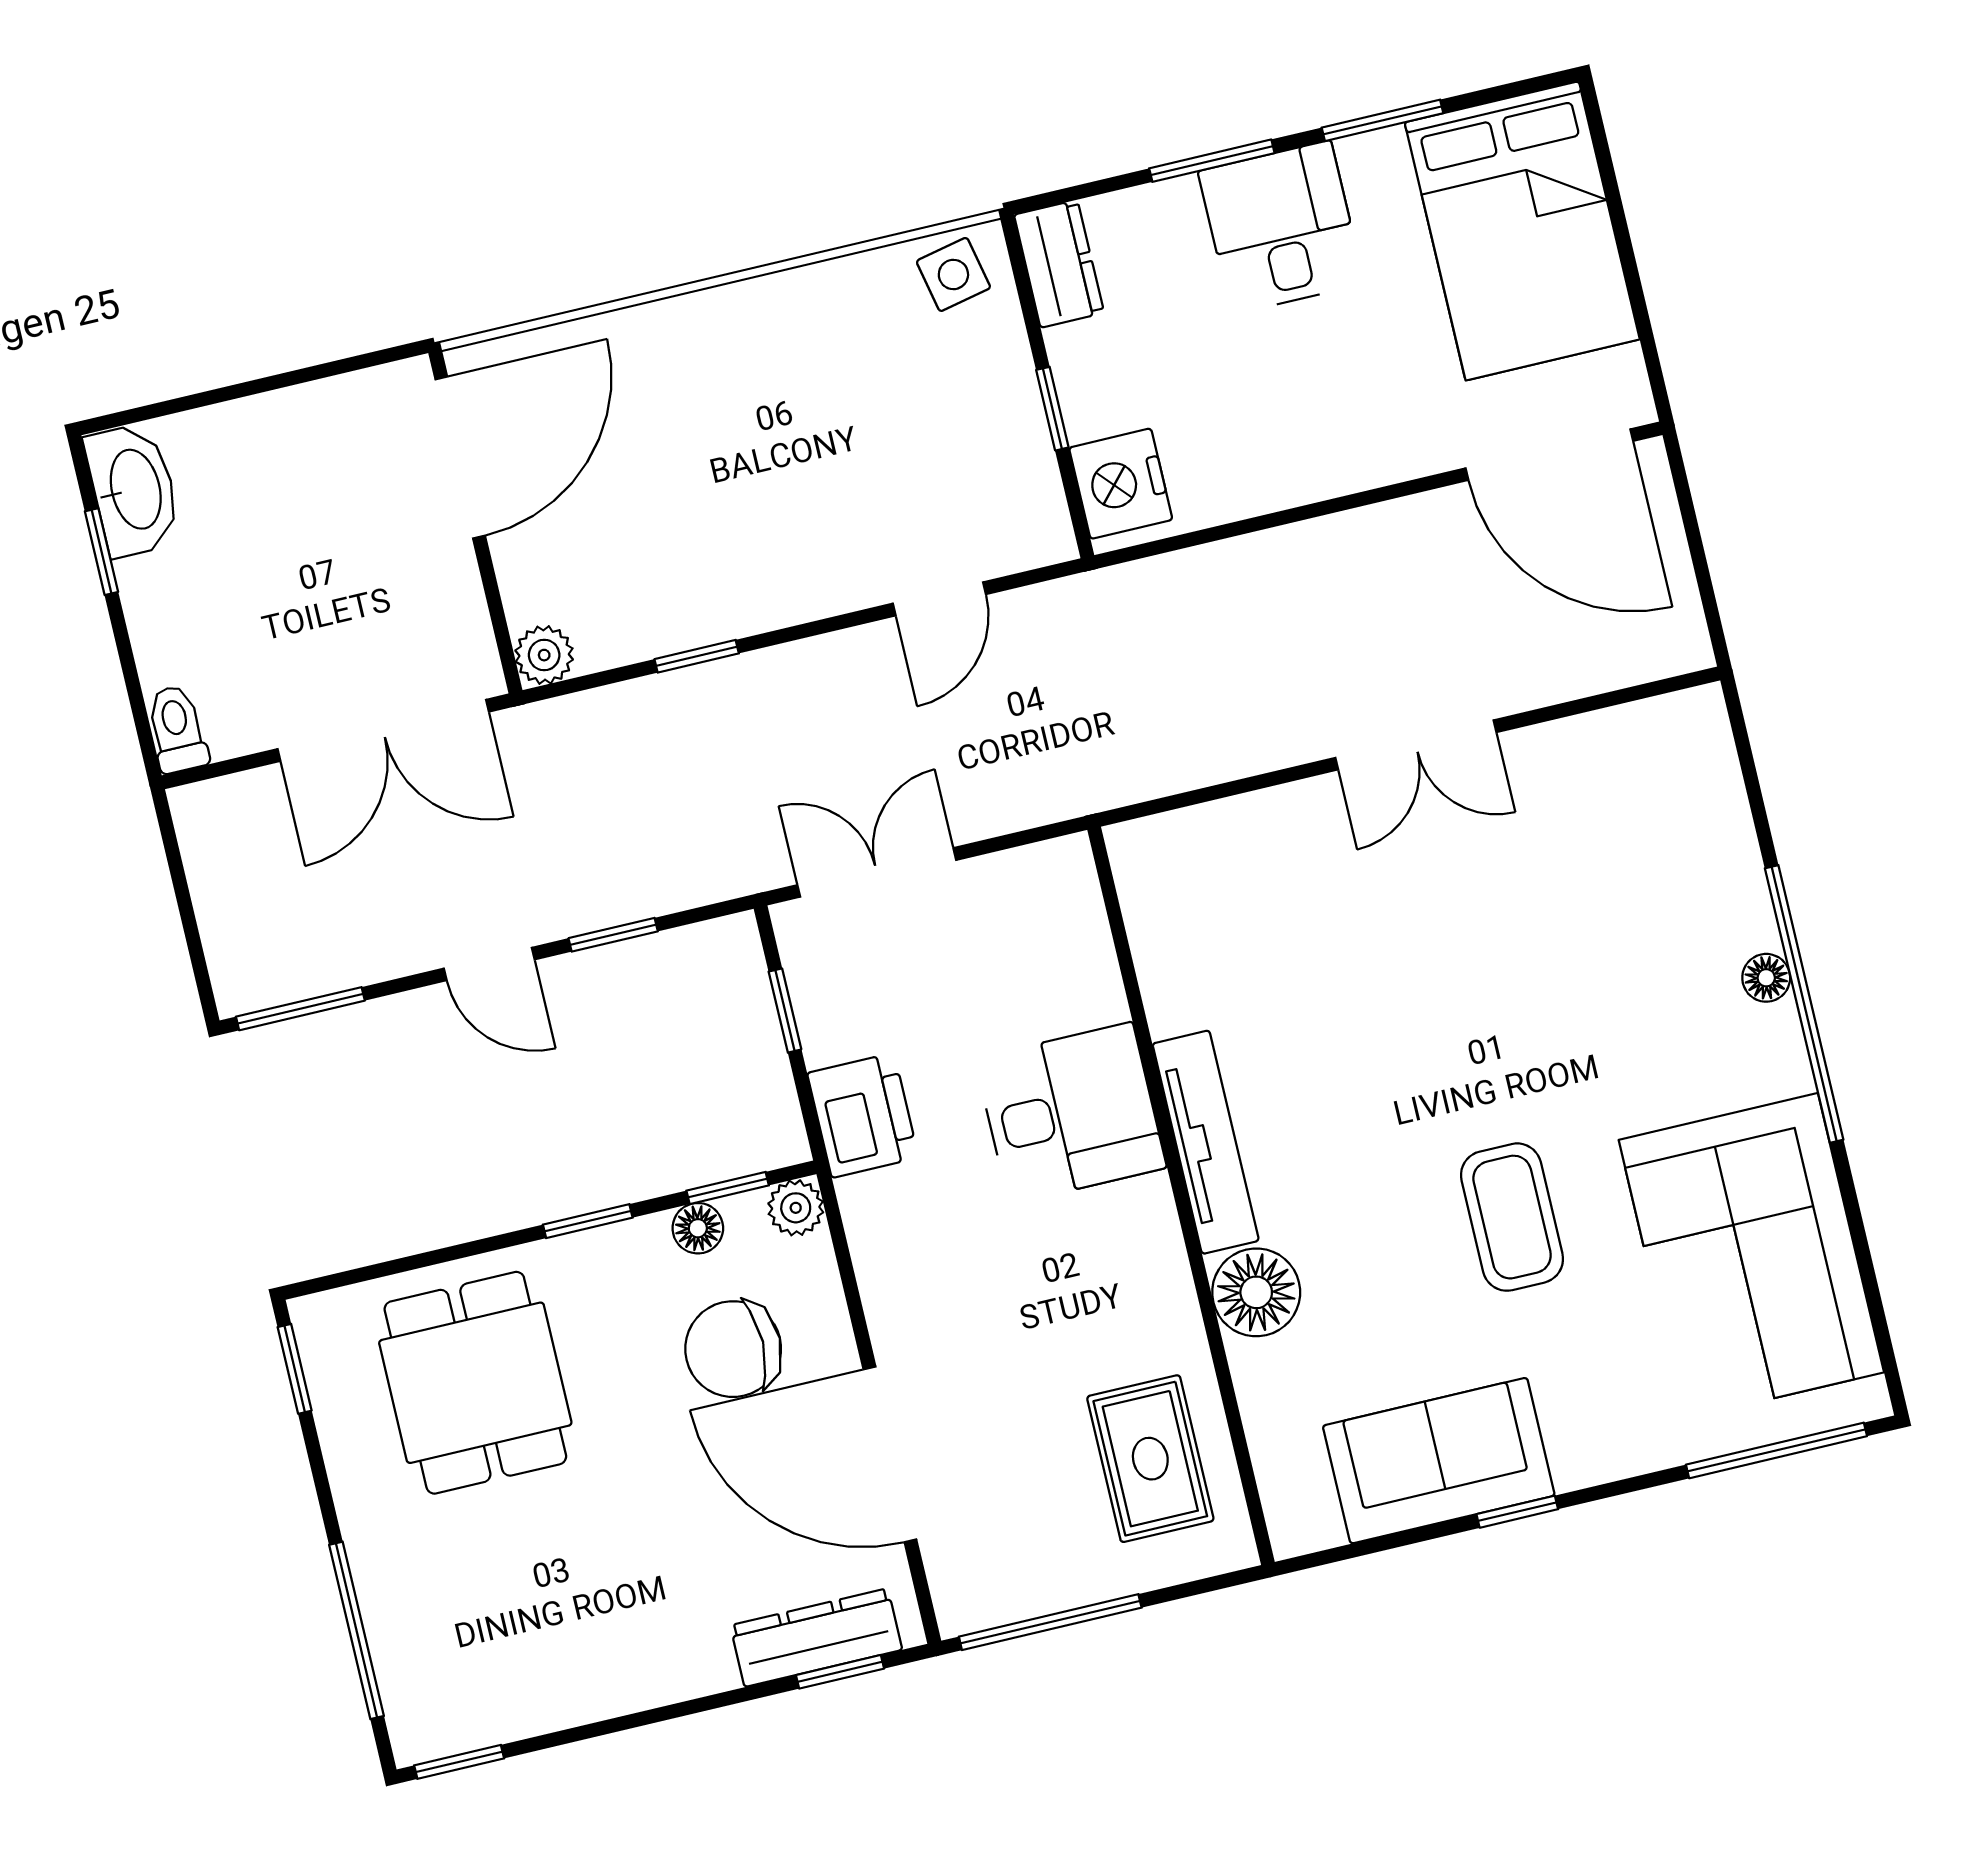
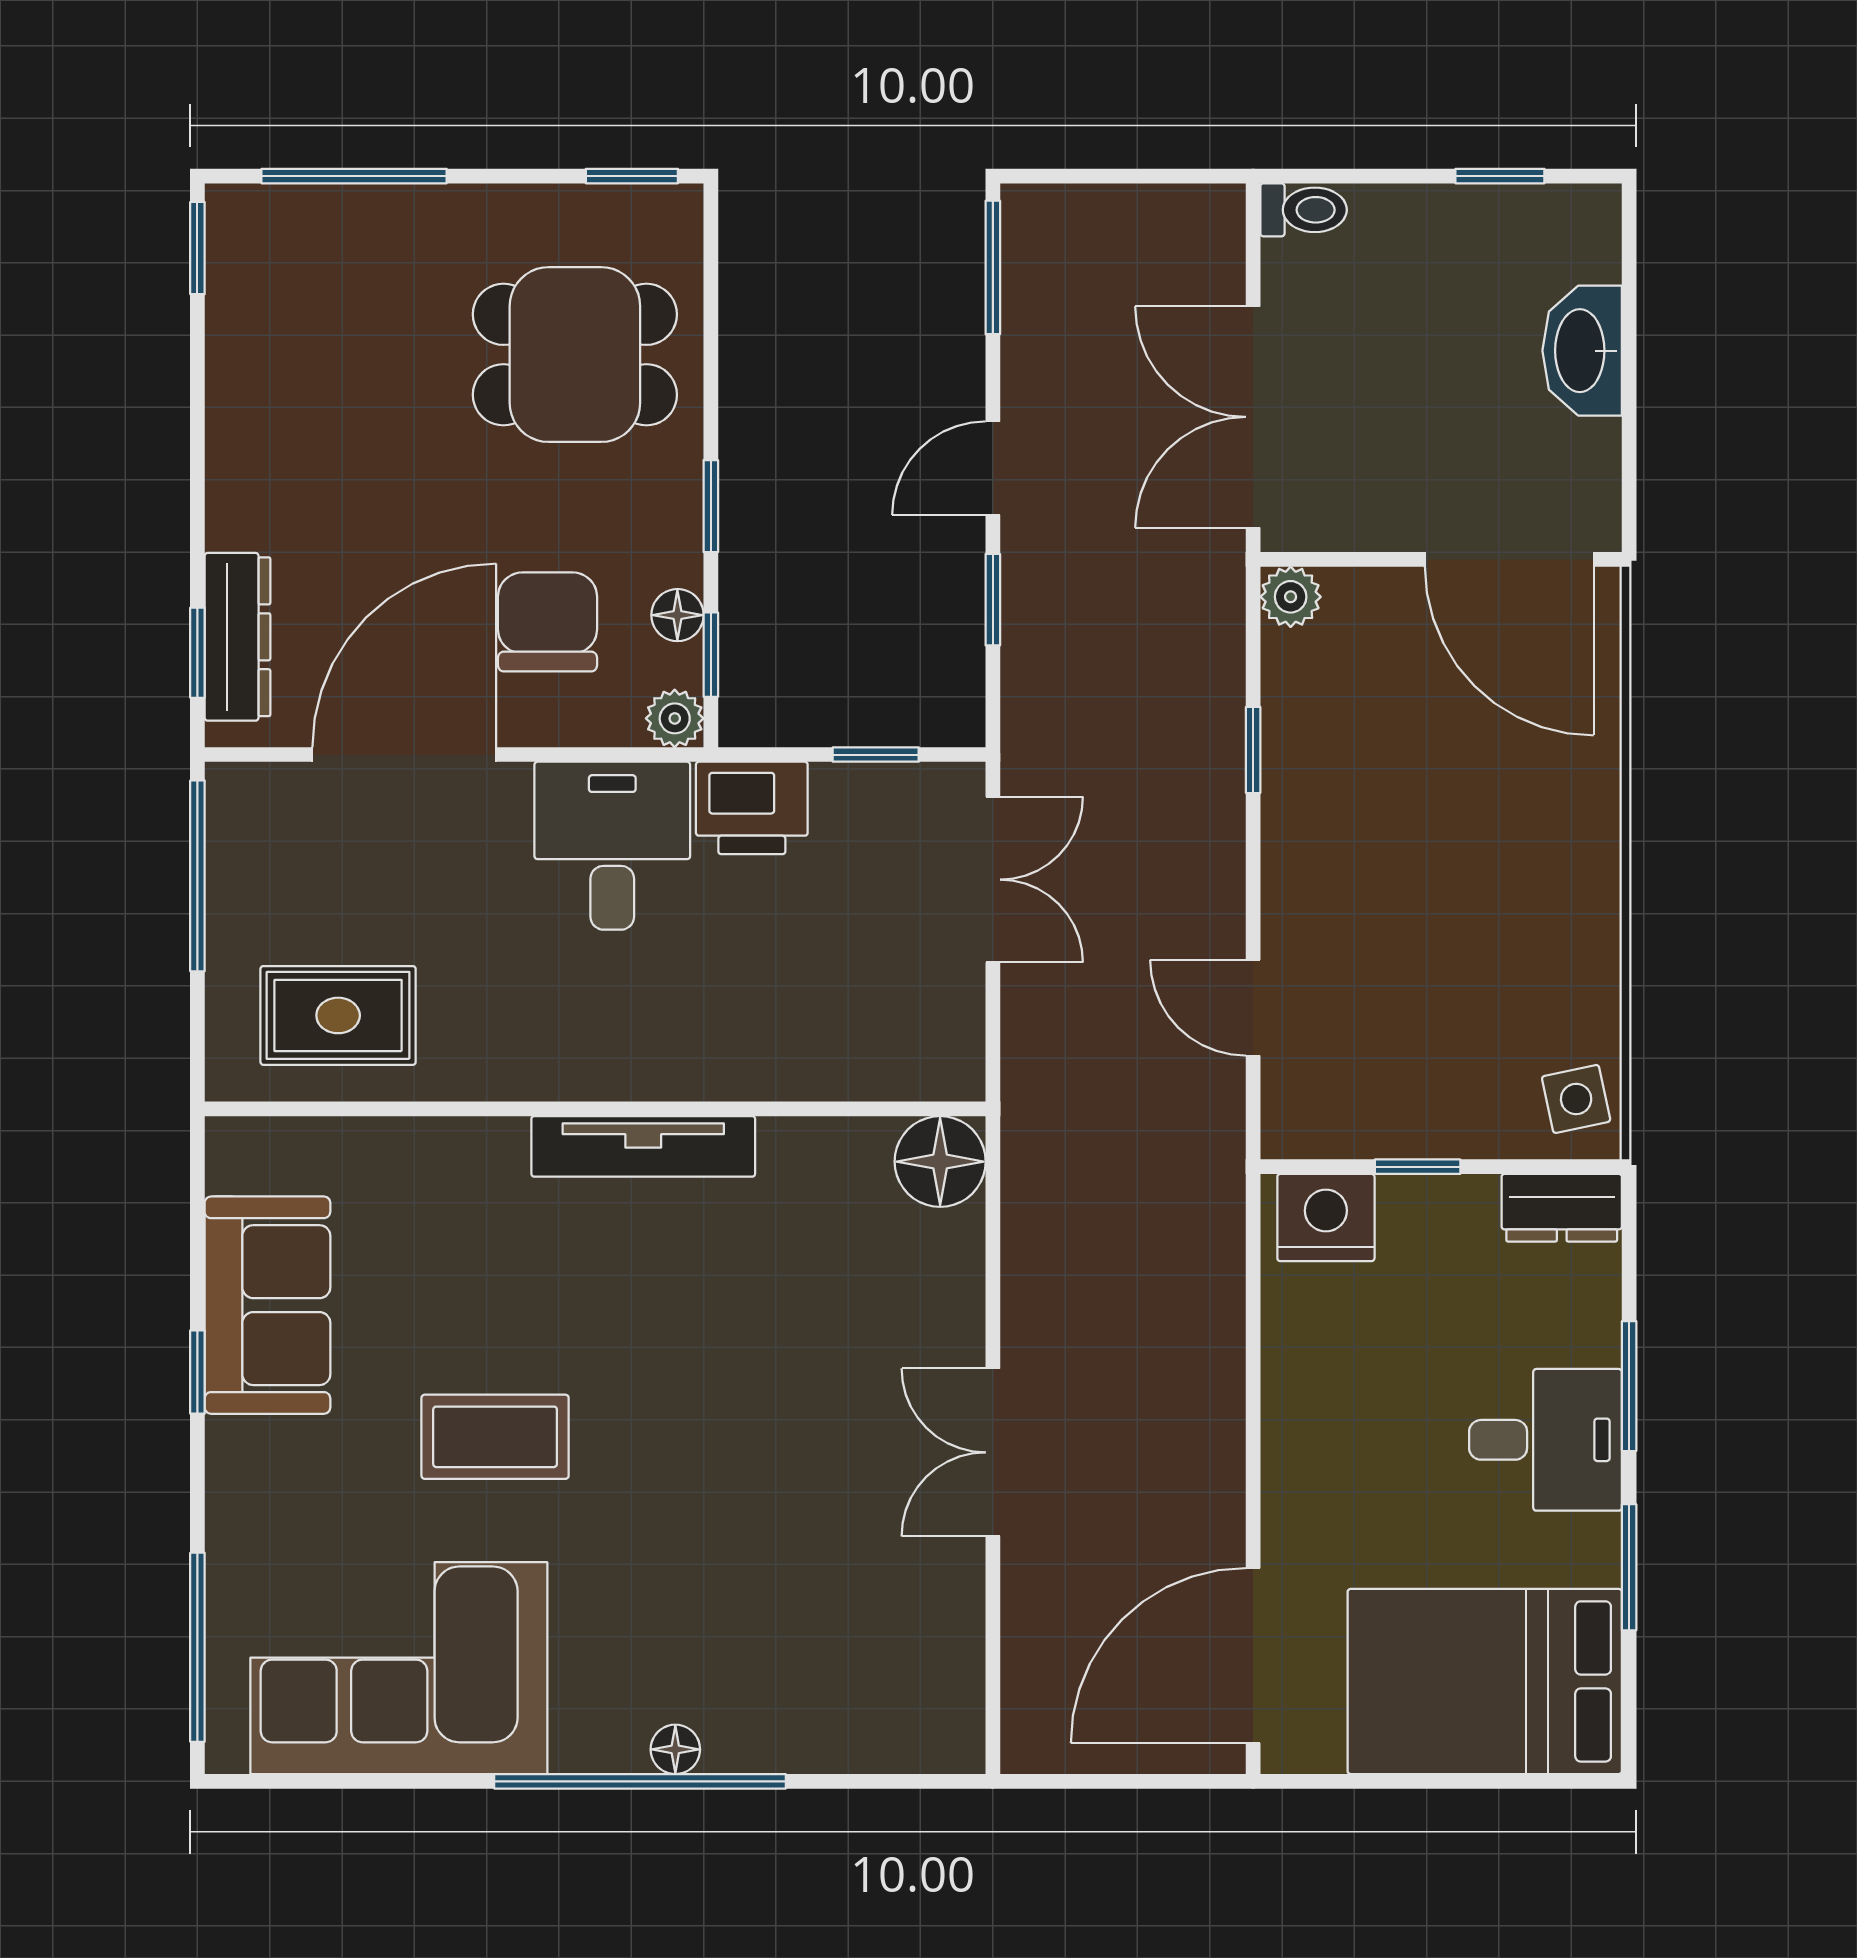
washbasin: (134, 490) -> (1582, 351), moved, turned 90
desk: (1071, 1113) -> (612, 846), moved, turned 180
floor lamp: (1256, 1292) -> (940, 1162), moved

